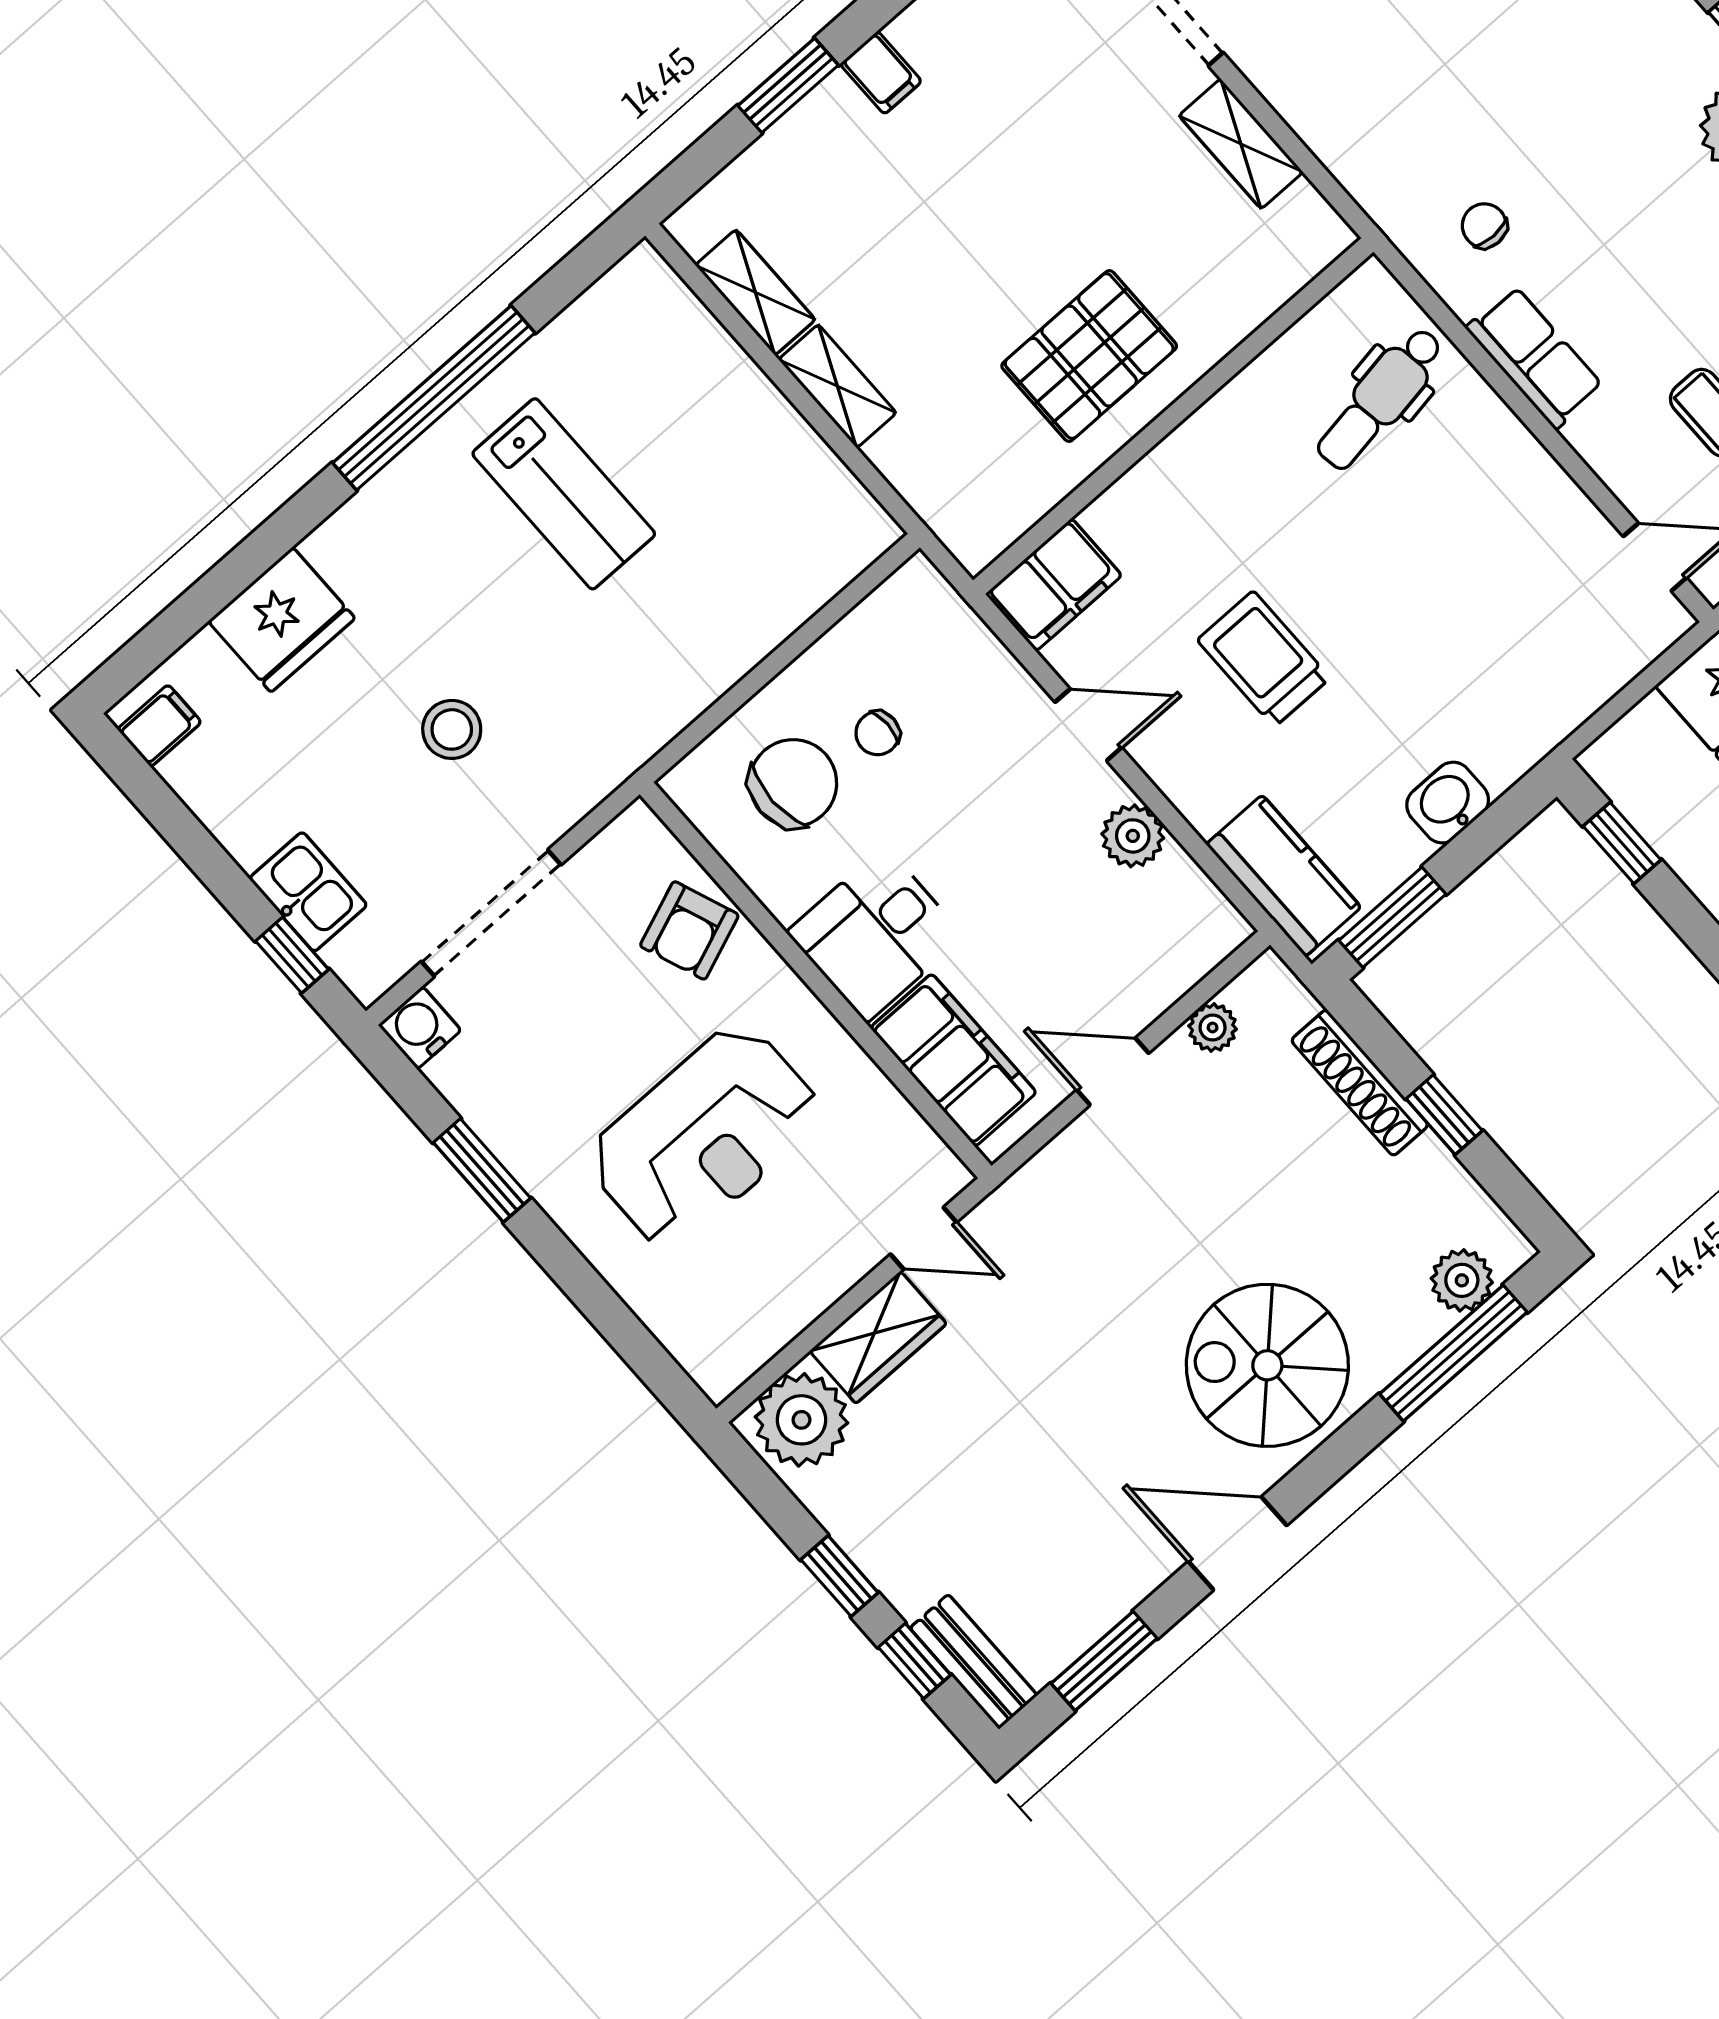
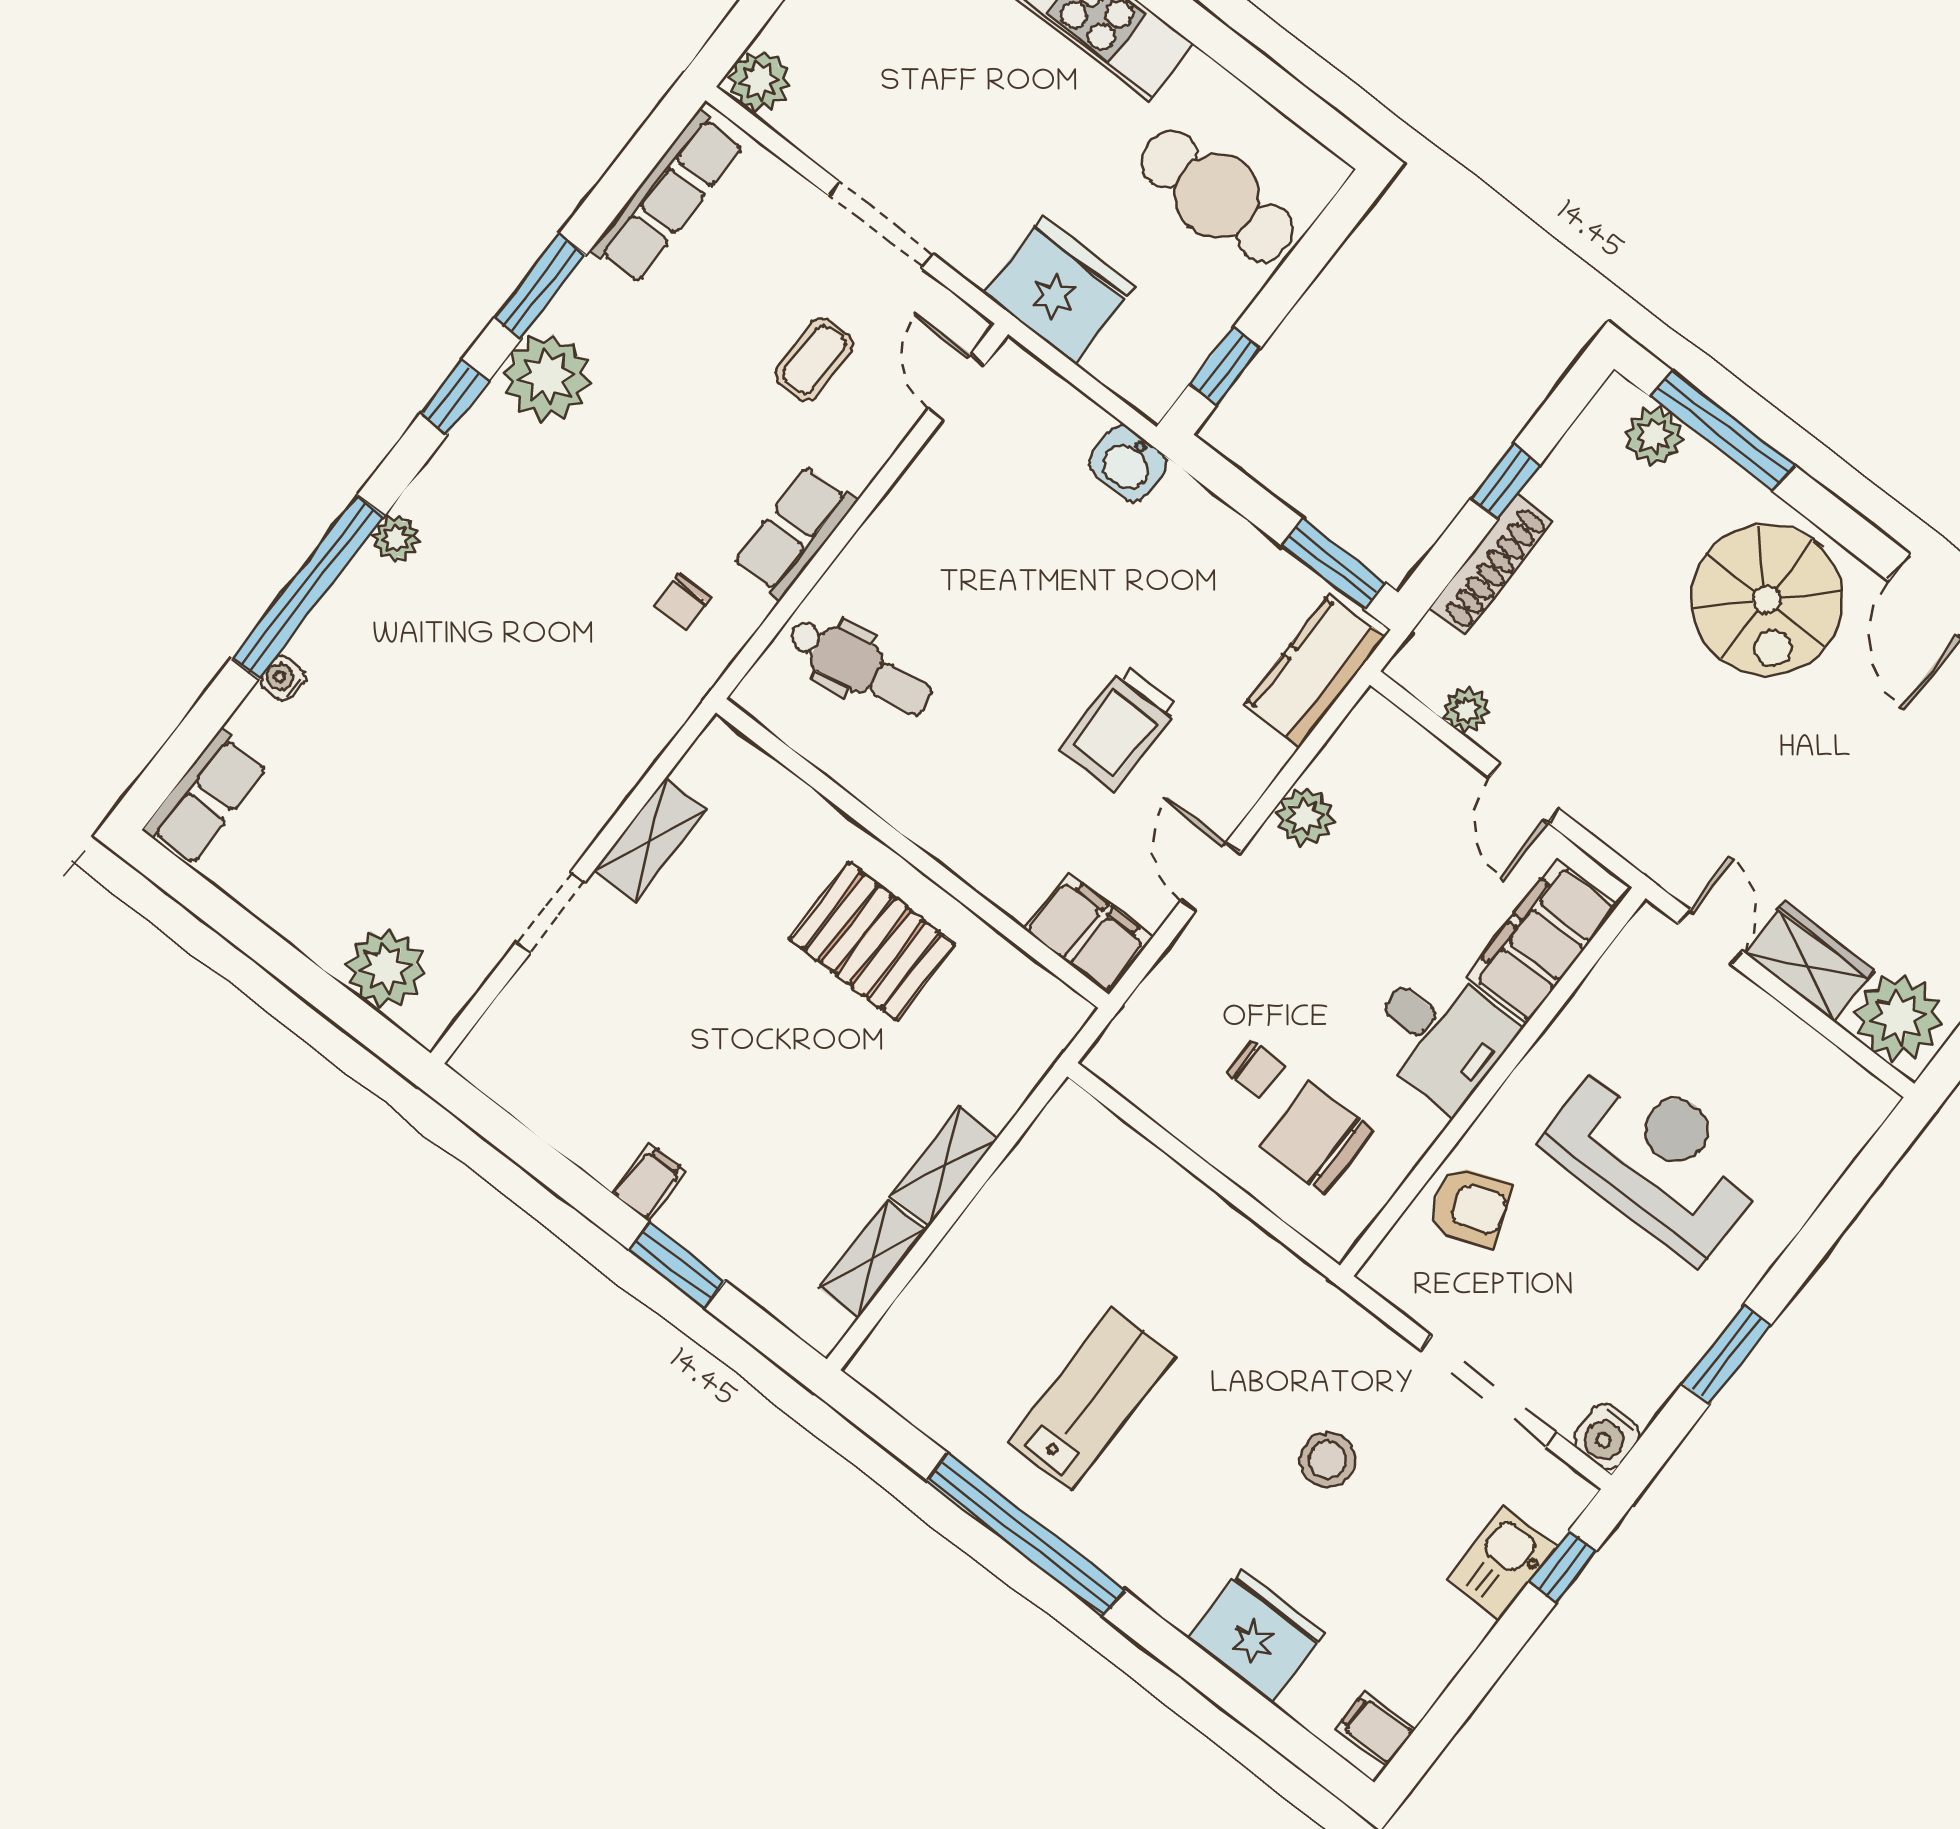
washbasin: (1448, 803) -> (1128, 463), moved

